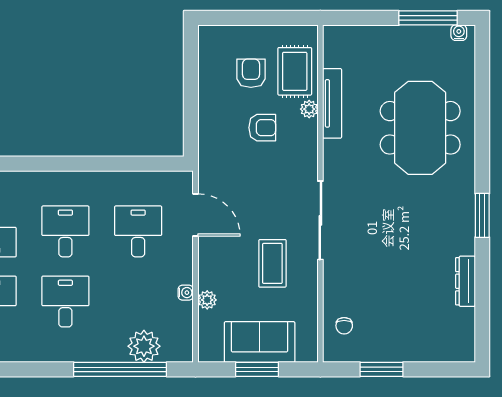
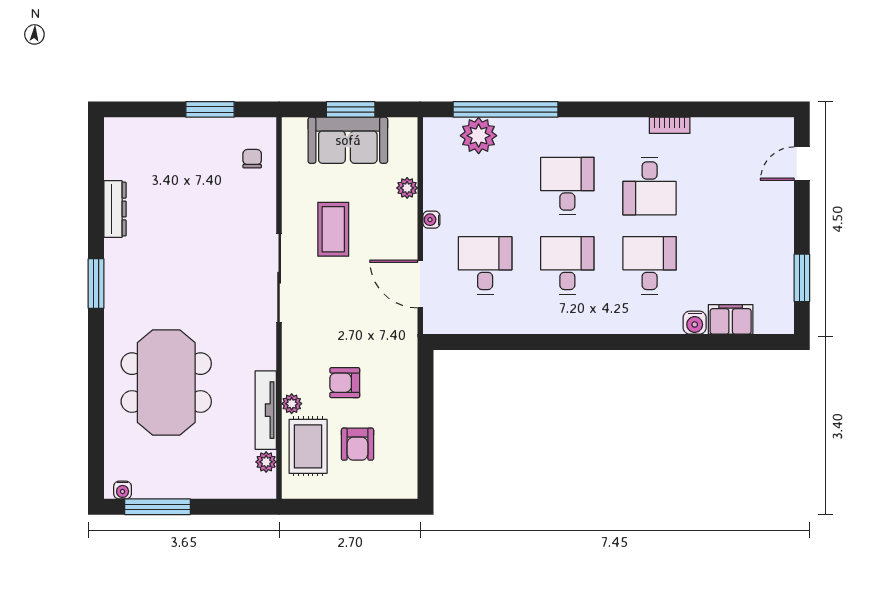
plant: (332, 58) -> (266, 462), added
desk: (65, 231) -> (567, 265), turned 180
desk: (138, 231) -> (485, 265), turned 180
water cooler: (186, 293) -> (431, 220), moved
desk: (65, 302) -> (567, 186), turned 180

